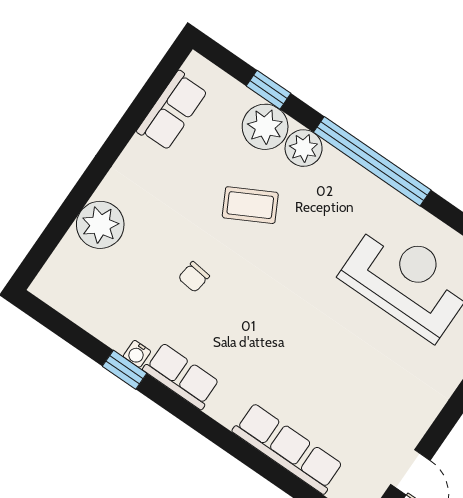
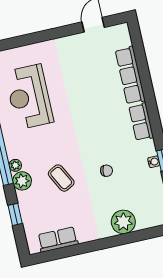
plant: (265, 127) -> (15, 165), moved, width x0.53, depth x0.53
row of seats: (181, 376) -> (141, 122), moved

